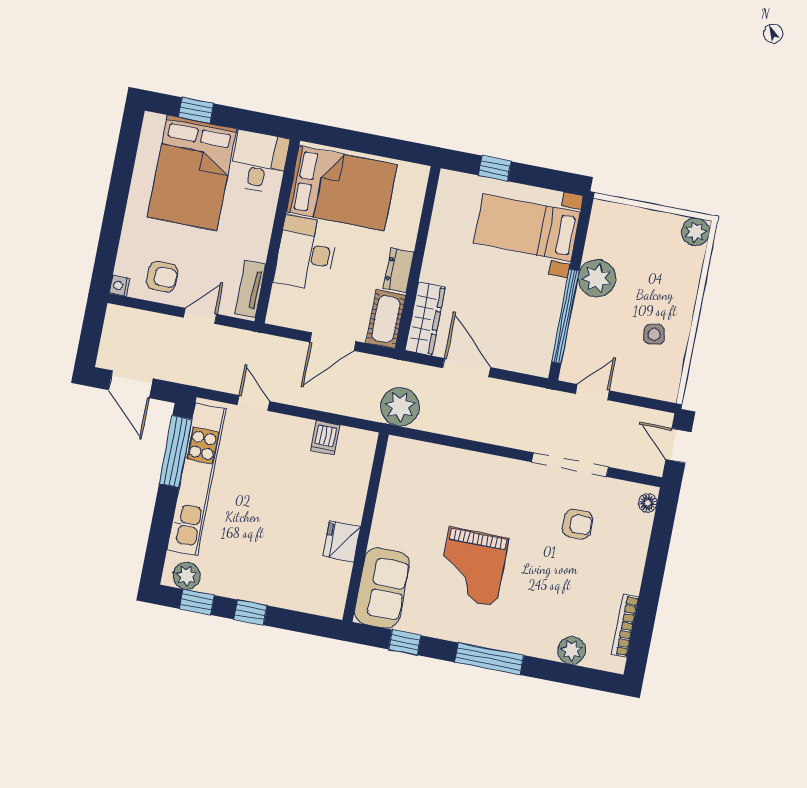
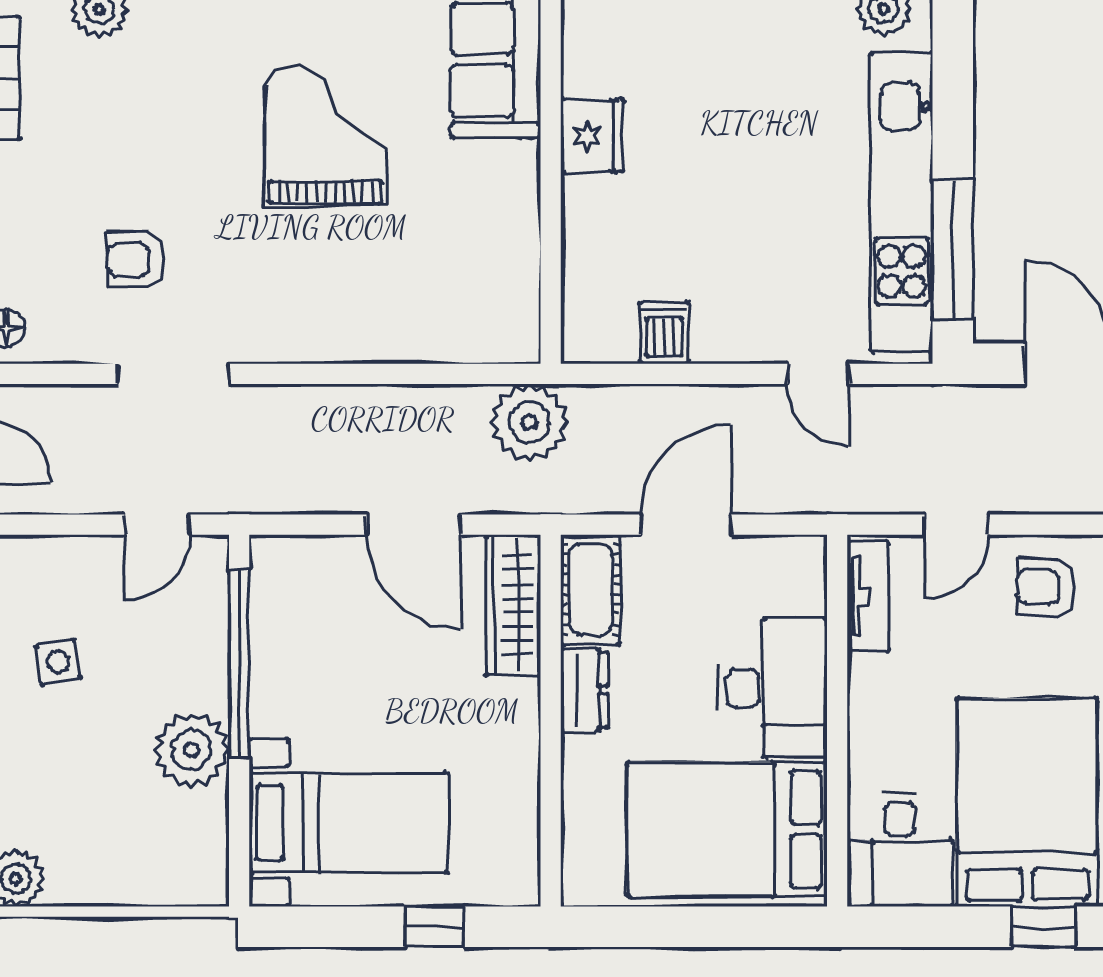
doorway: (570, 465) -> (173, 374), width x0.73

